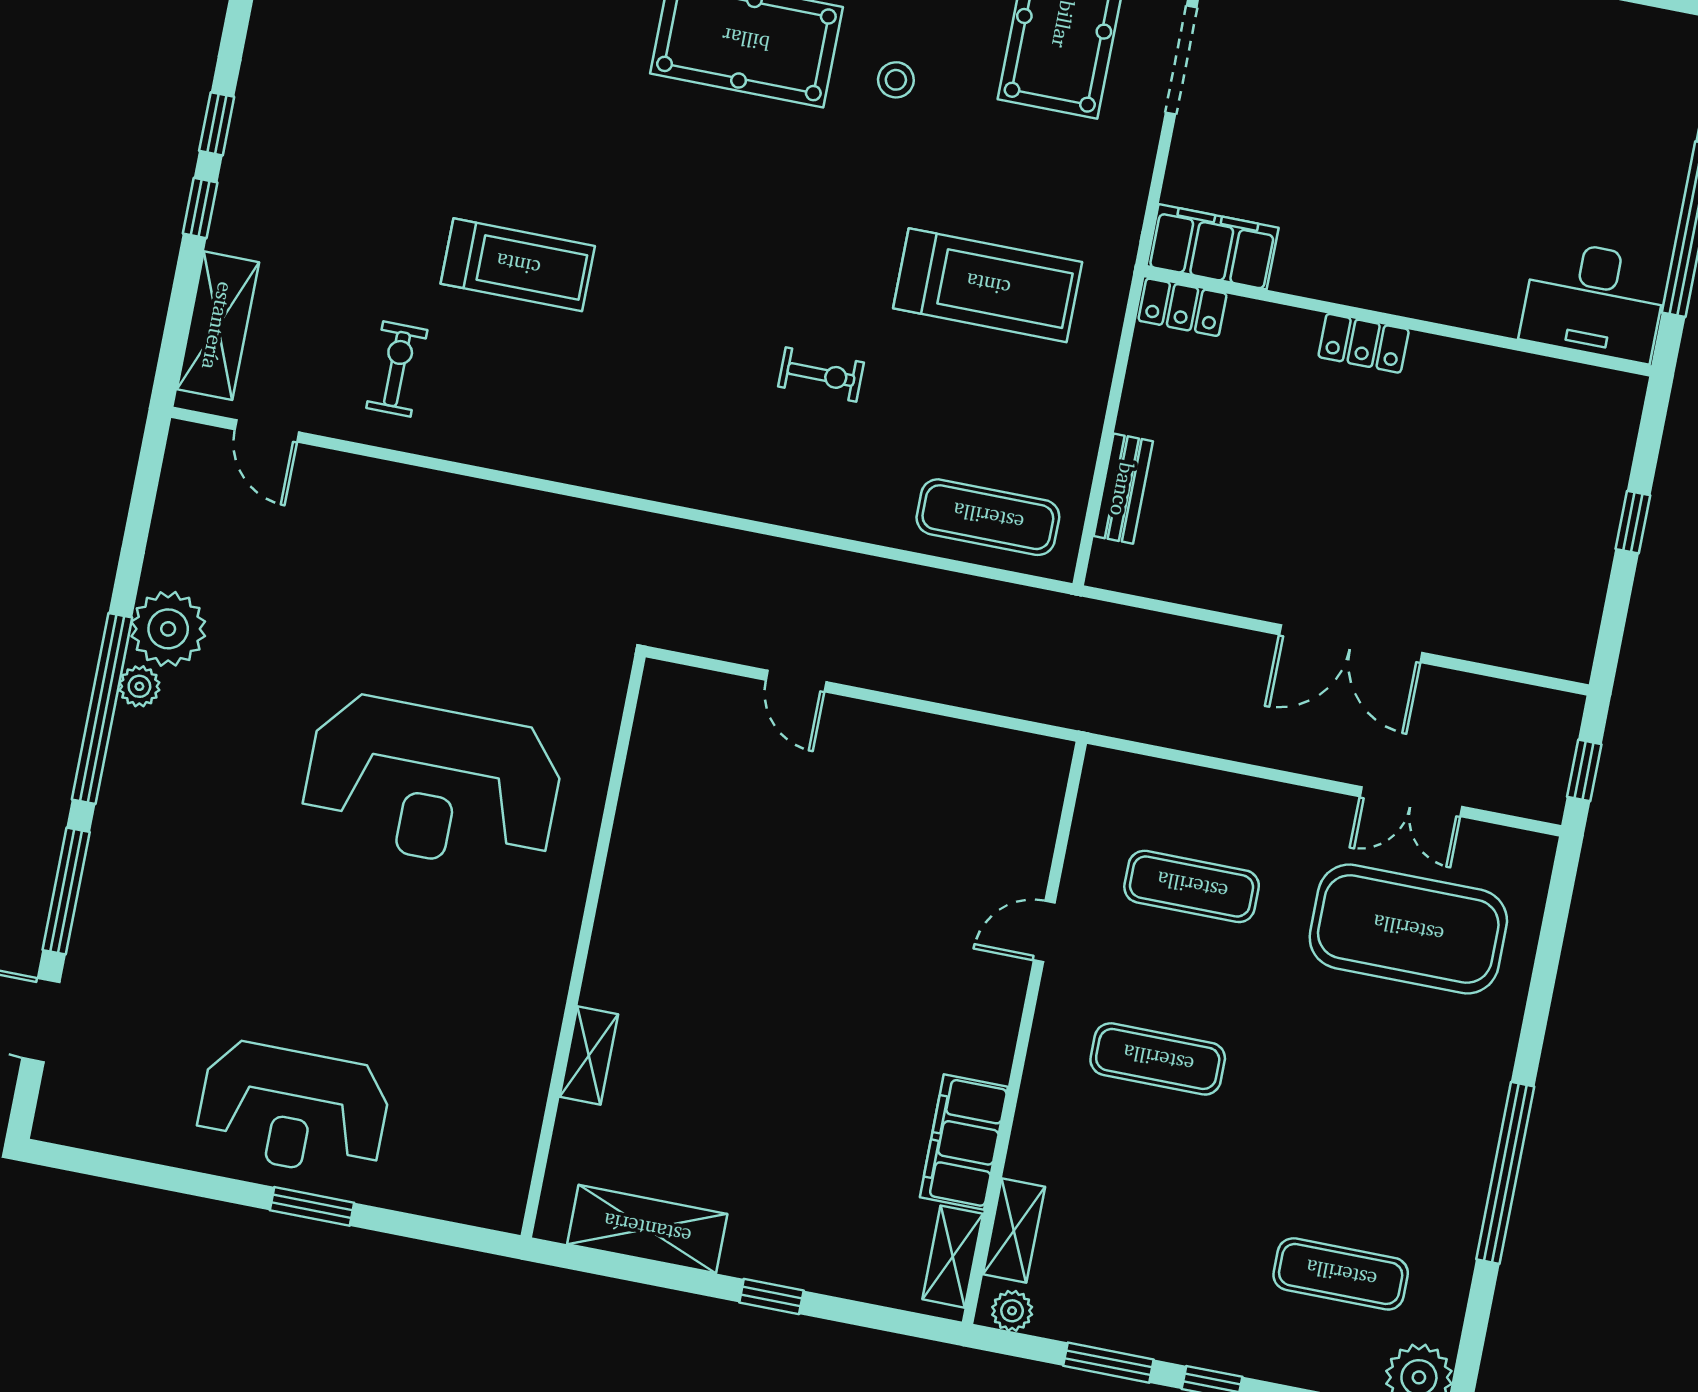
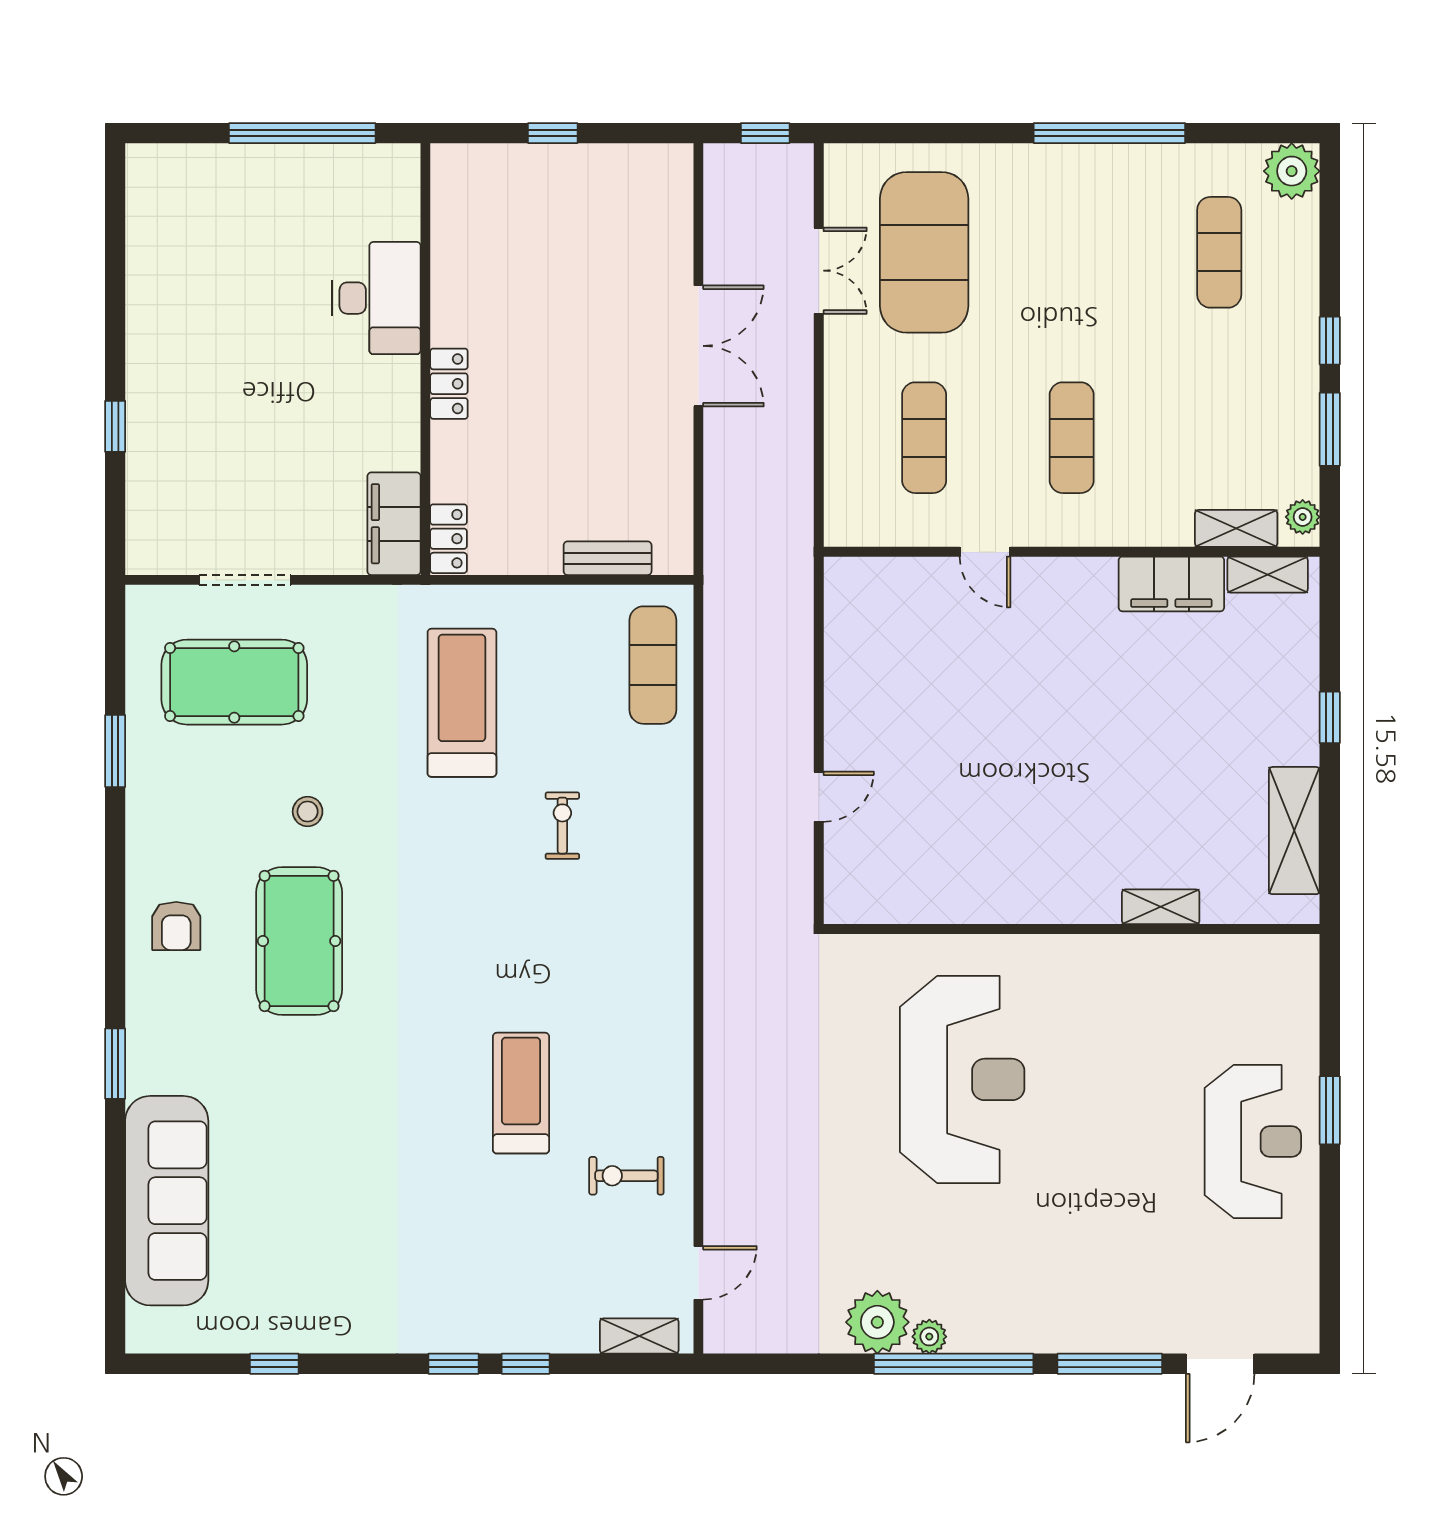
desk: (1594, 300) -> (376, 298), moved
shelving: (218, 326) -> (639, 1336), width x0.67, depth x0.75

